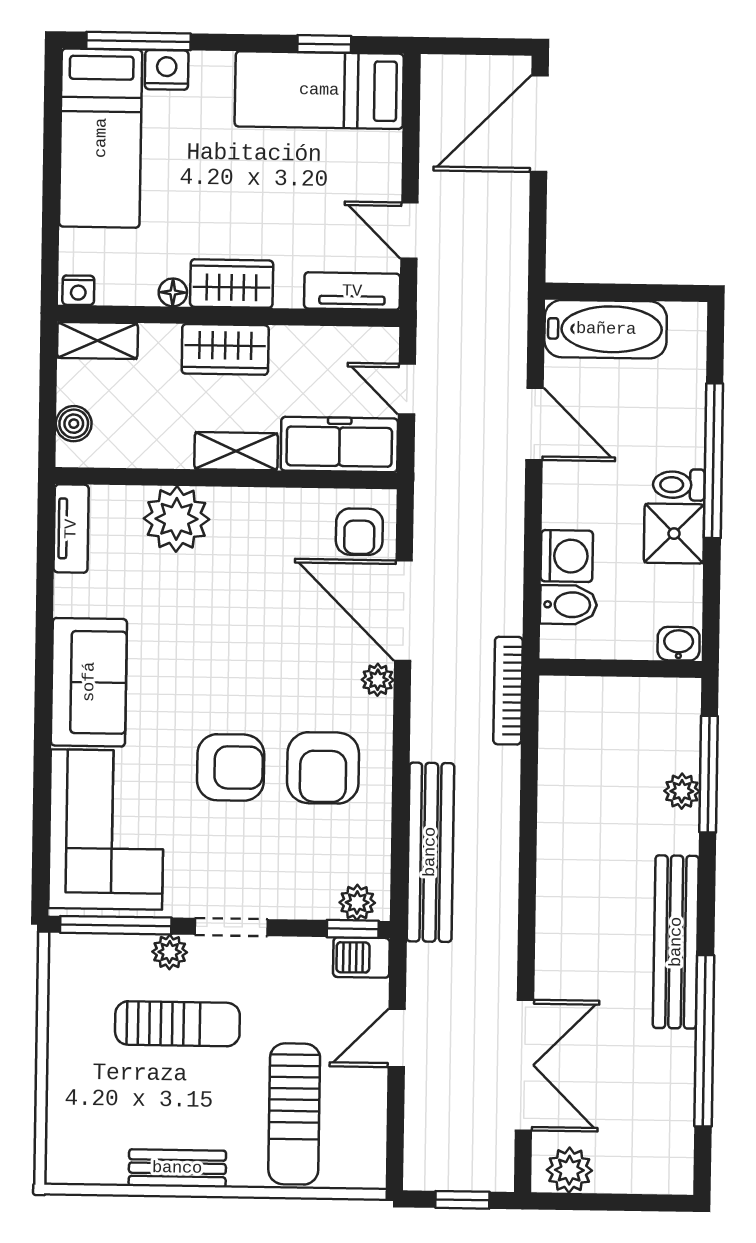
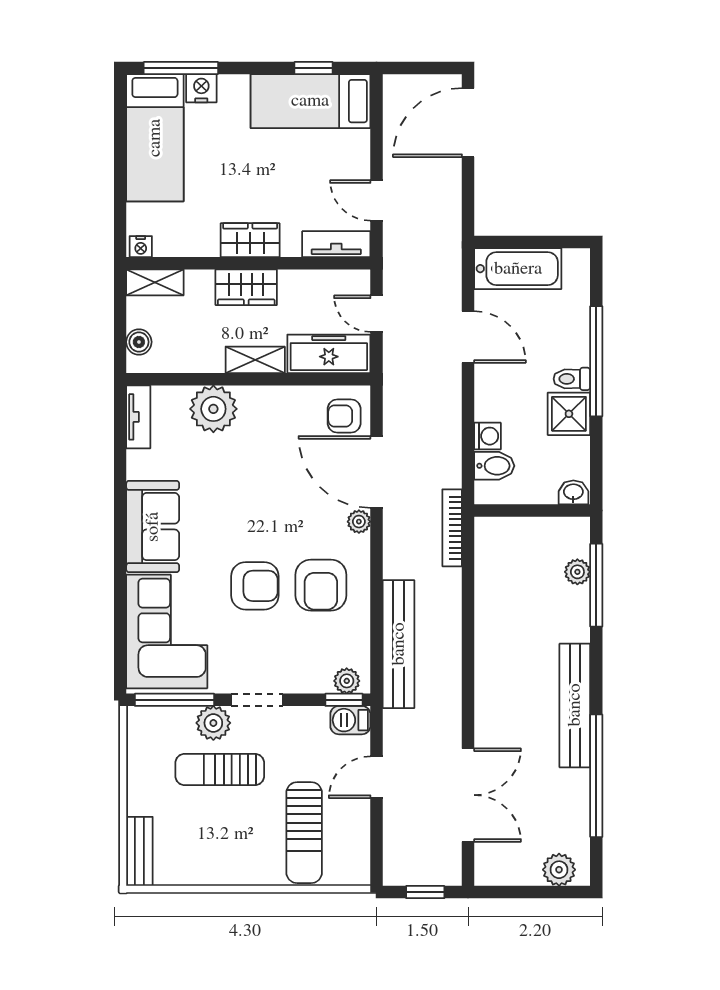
floor lamp: (173, 292) -> (208, 247), removed
armchair: (359, 532) -> (344, 416), turned 90
washing machine: (567, 556) -> (488, 436), width x0.73, depth x0.73
plant: (682, 791) -> (577, 572), moved
plant: (170, 952) -> (213, 723), width x1.38, depth x1.38
sun lounger: (177, 1024) -> (220, 770), turned 180
bench: (177, 1168) -> (139, 851), moved, turned 90
plant: (569, 1170) -> (559, 870), moved

